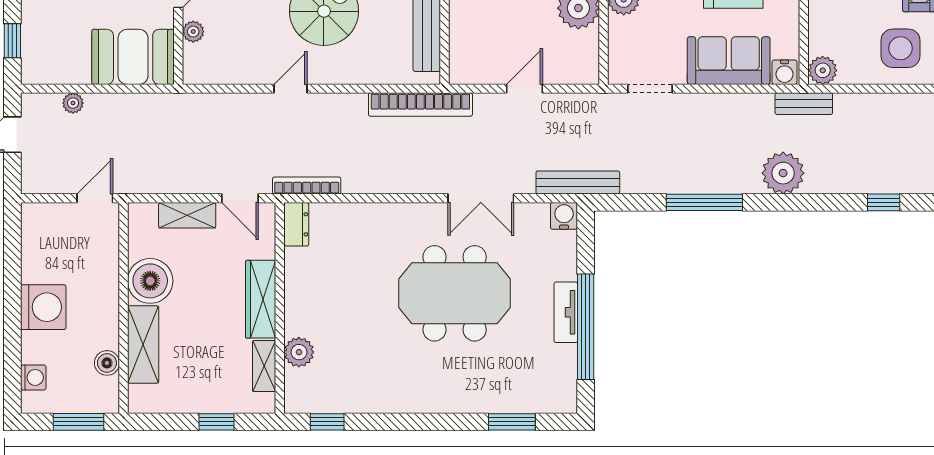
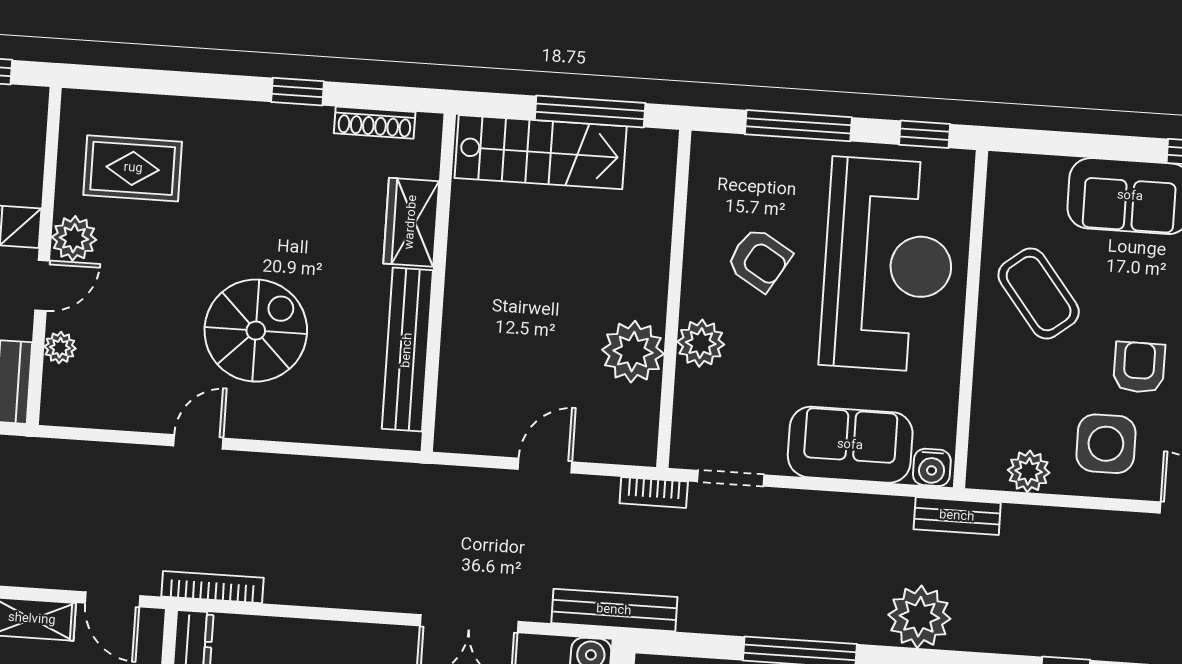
plant: (823, 70) -> (1029, 471), moved
bookcase: (420, 105) -> (654, 492), moved, width x0.43, depth x0.76

